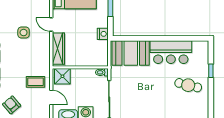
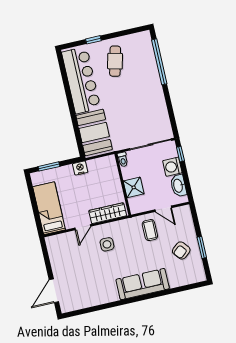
side table: (24, 33) -> (107, 244), moved
bar counter: (171, 52) -> (81, 80), width x1.36
shower: (62, 76) -> (134, 187), moved
door: (51, 98) -> (163, 209), swing flipped

